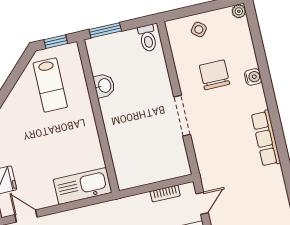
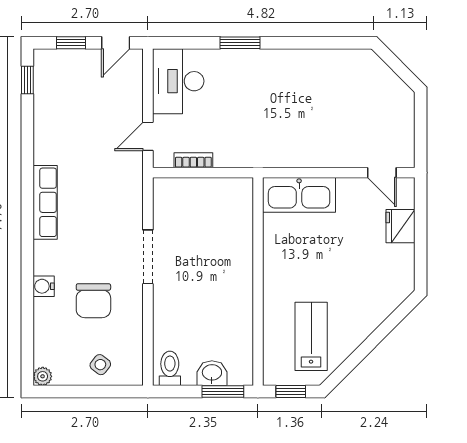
washbasin: (104, 86) -> (212, 373), moved, turned 90

